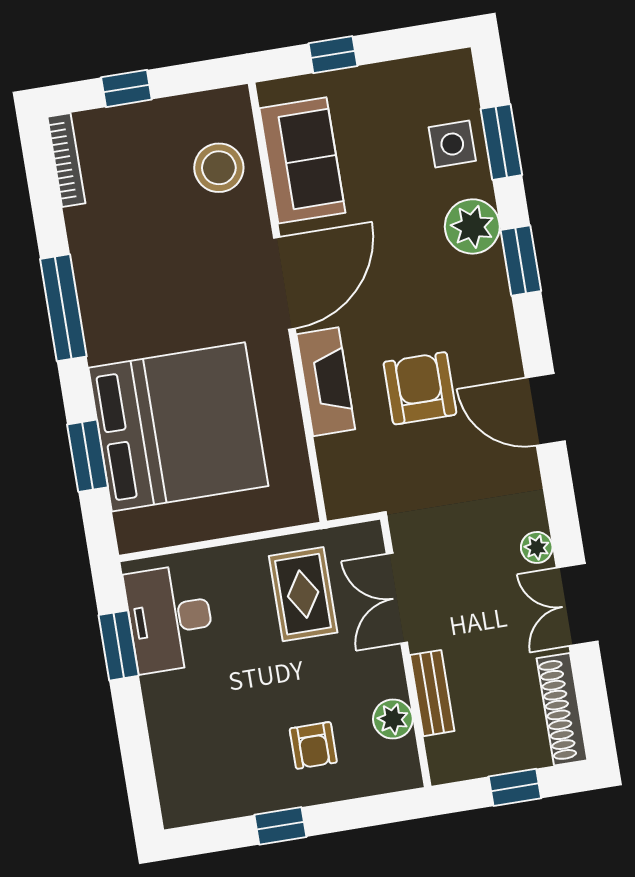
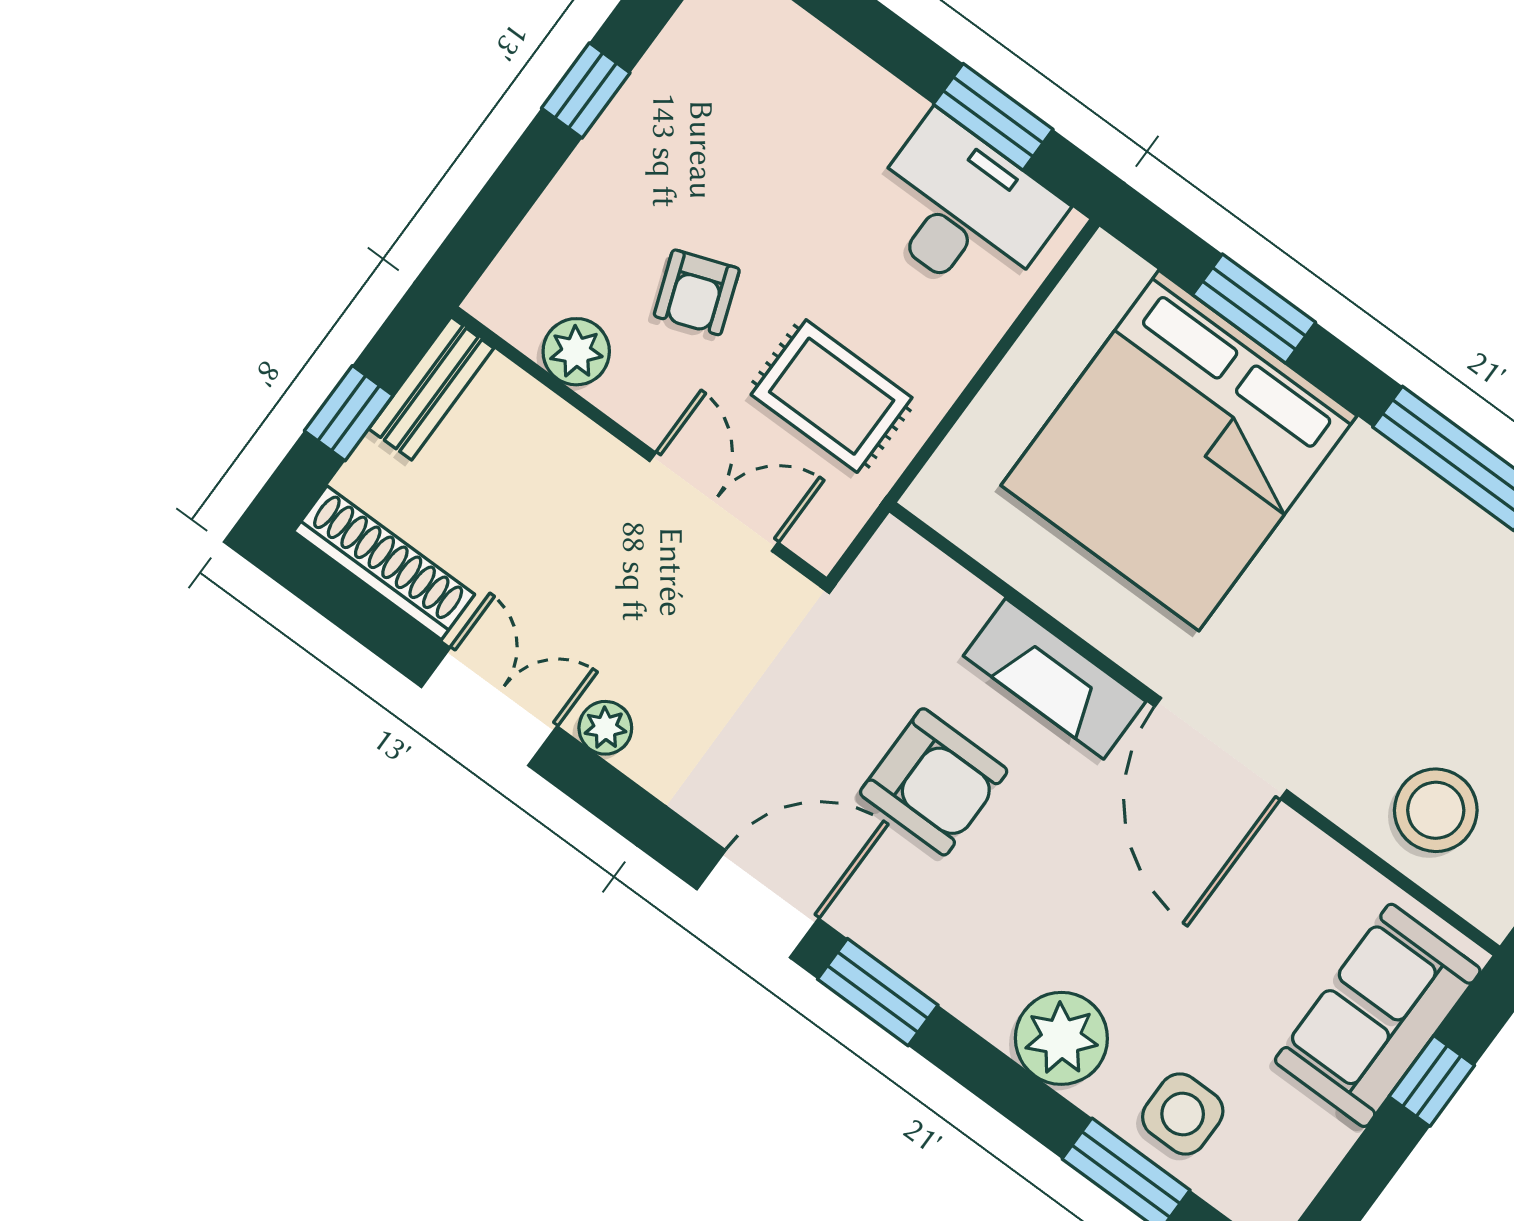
sofa: (302, 160) -> (1378, 1015), moved, turned 90
window: (521, 261) -> (878, 992), moved
bench: (432, 693) -> (431, 388), moved, turned 90
armchair: (313, 745) -> (697, 292), moved, turned -110

